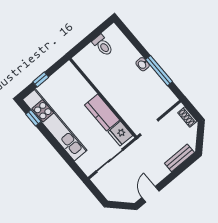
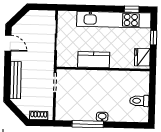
fridge: (120, 134) -> (142, 57), moved, turned -90
bench: (179, 158) -> (16, 80), width x1.36

